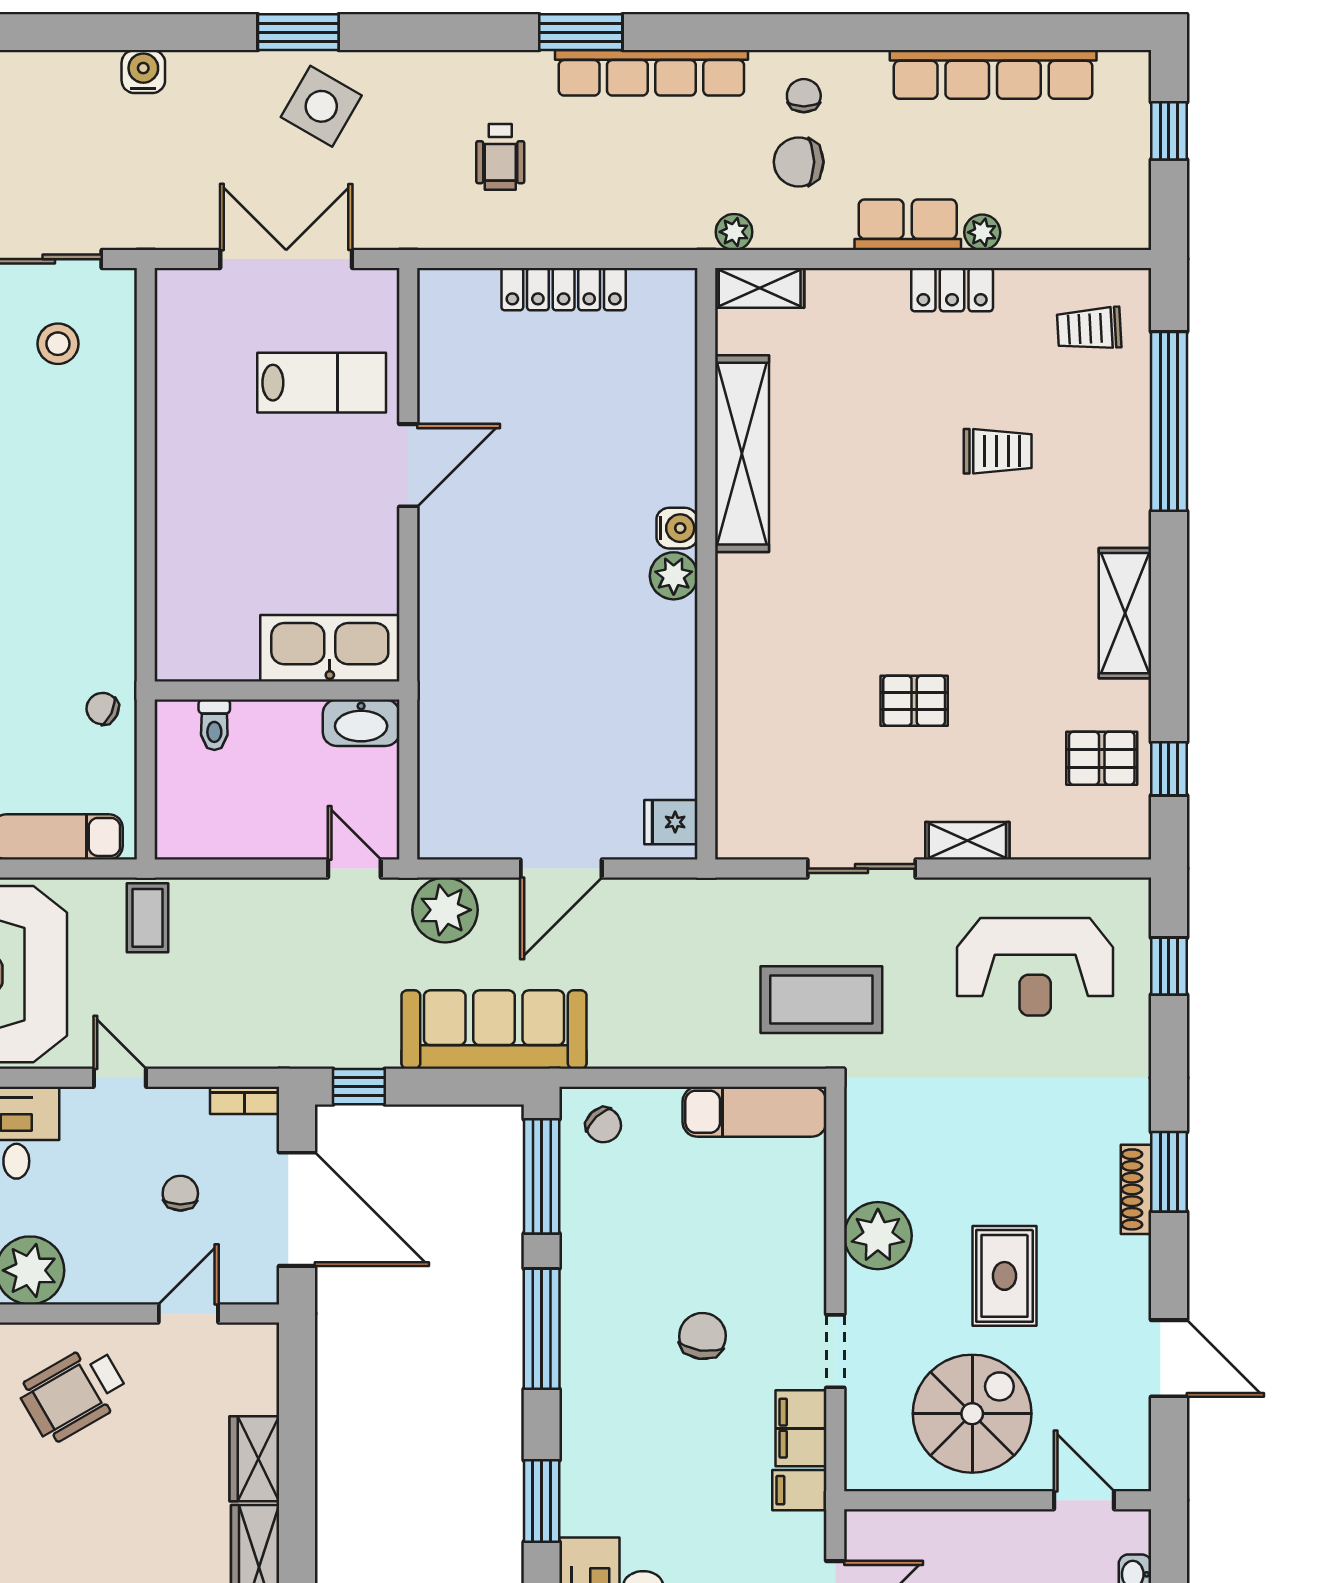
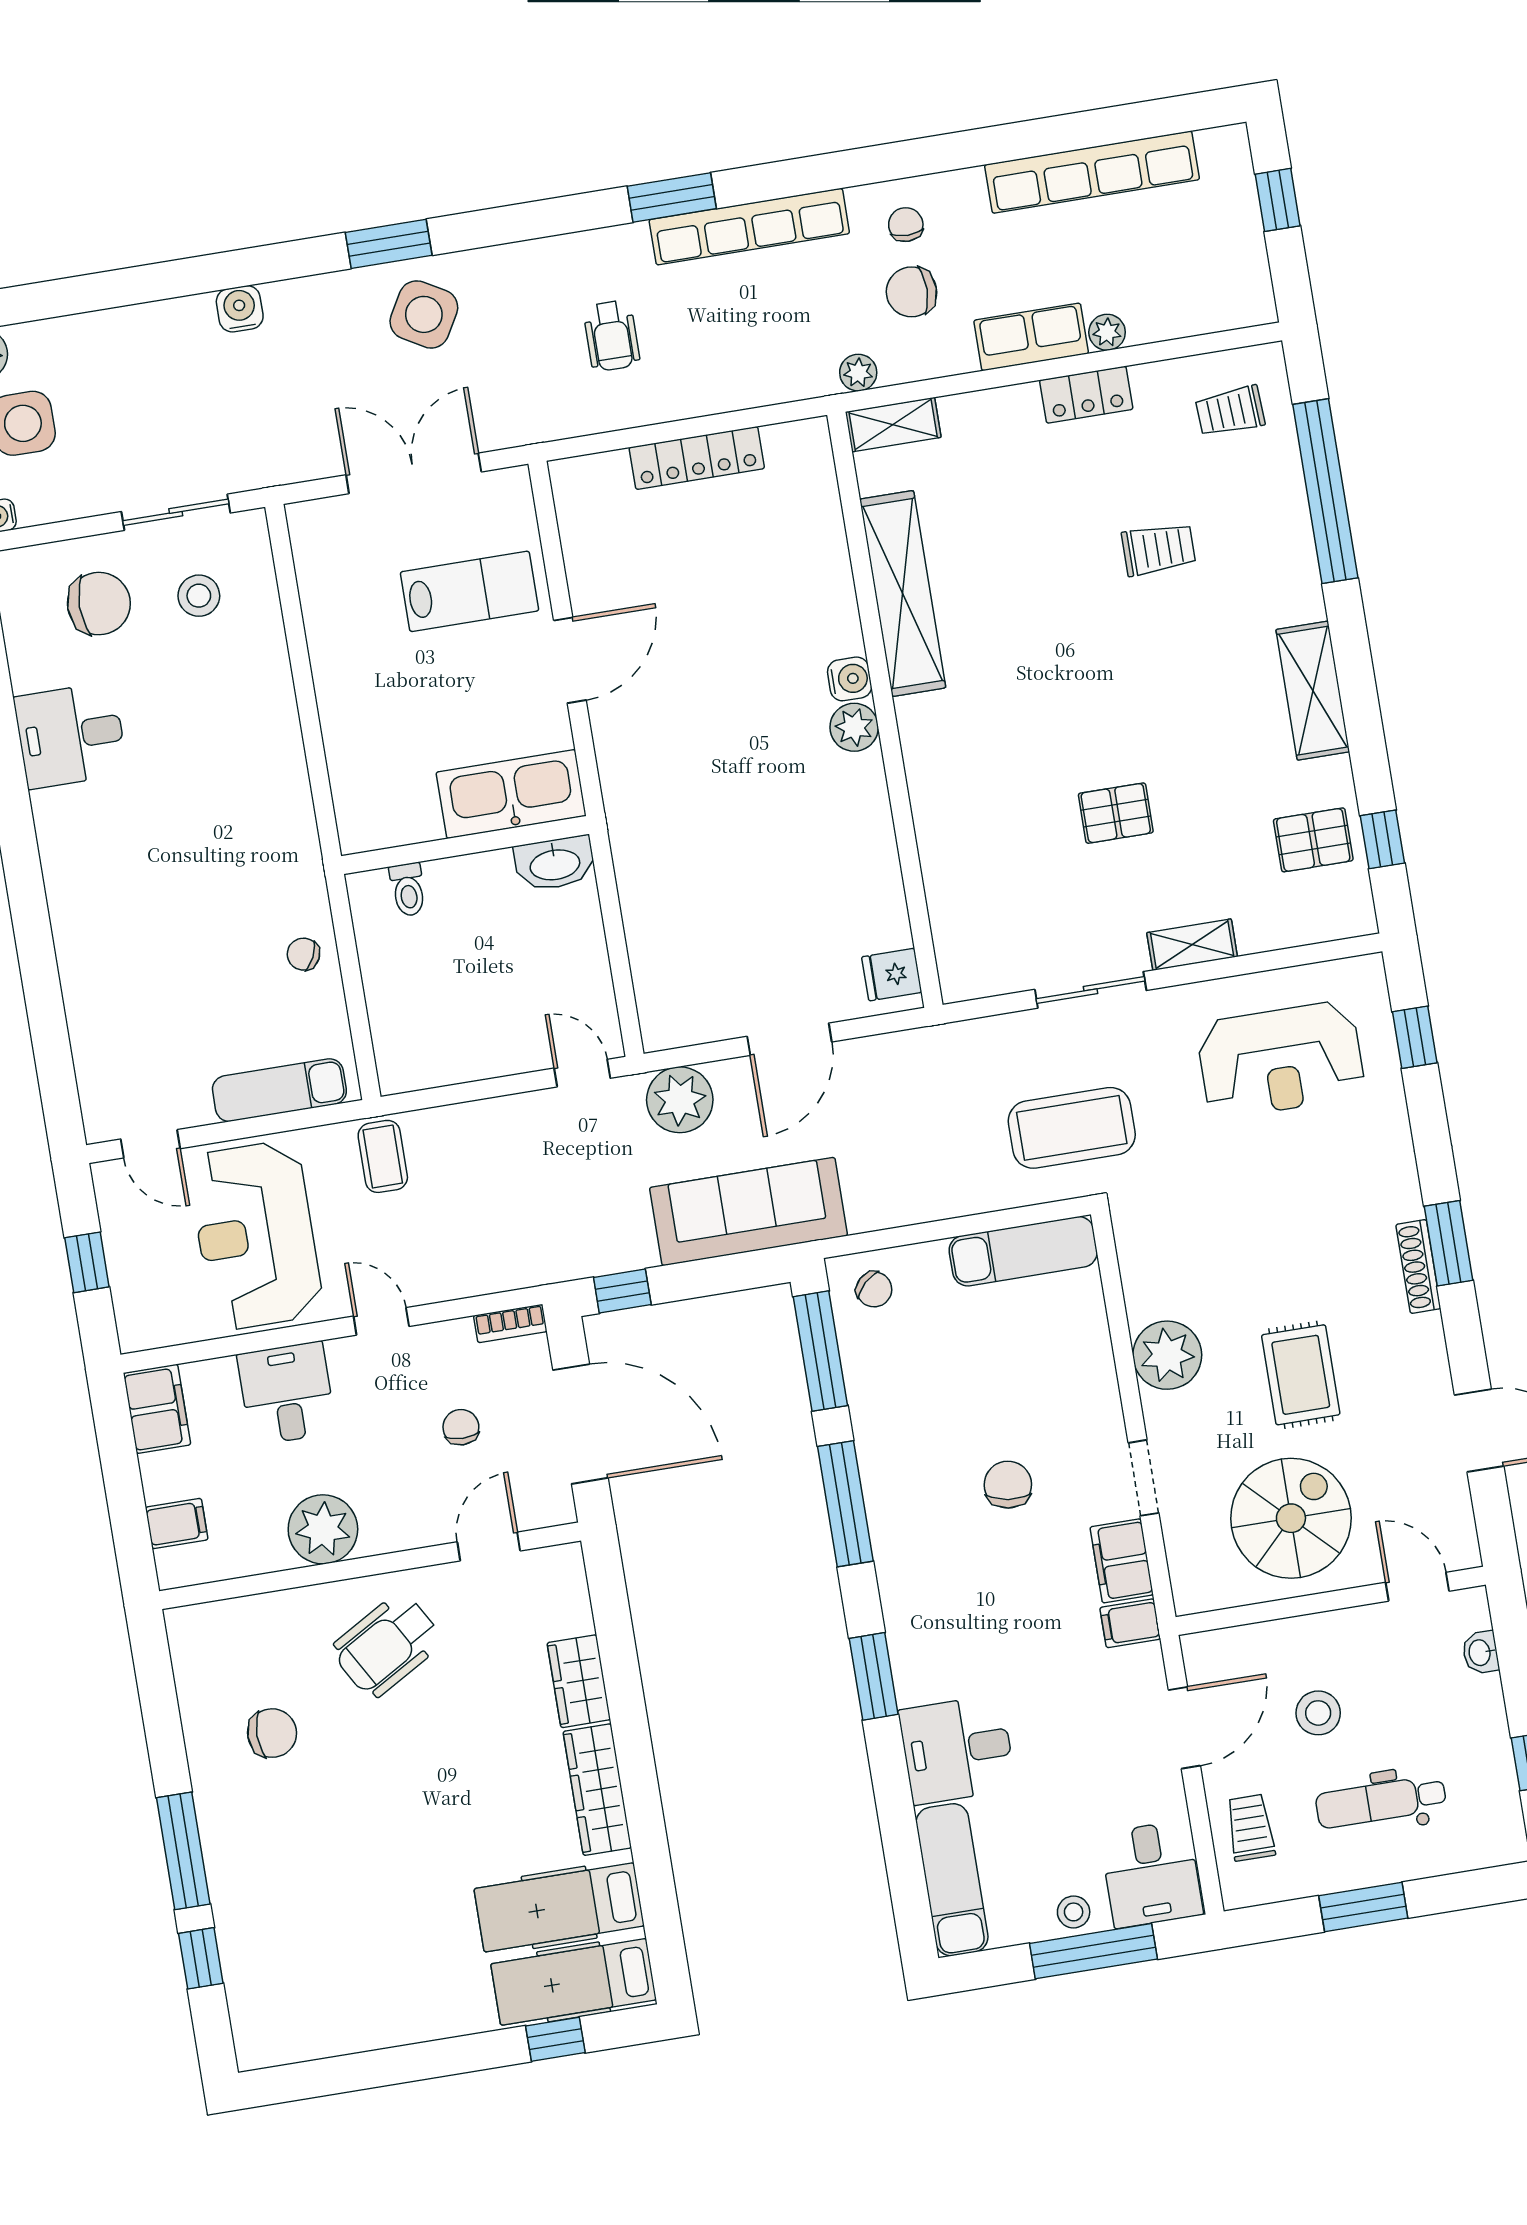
kitchen sink: (330, 648) -> (511, 794), moved
wall: (277, 691) -> (465, 845), moved
washbasin: (361, 723) -> (555, 864), moved
toilet: (214, 725) -> (408, 890), moved

